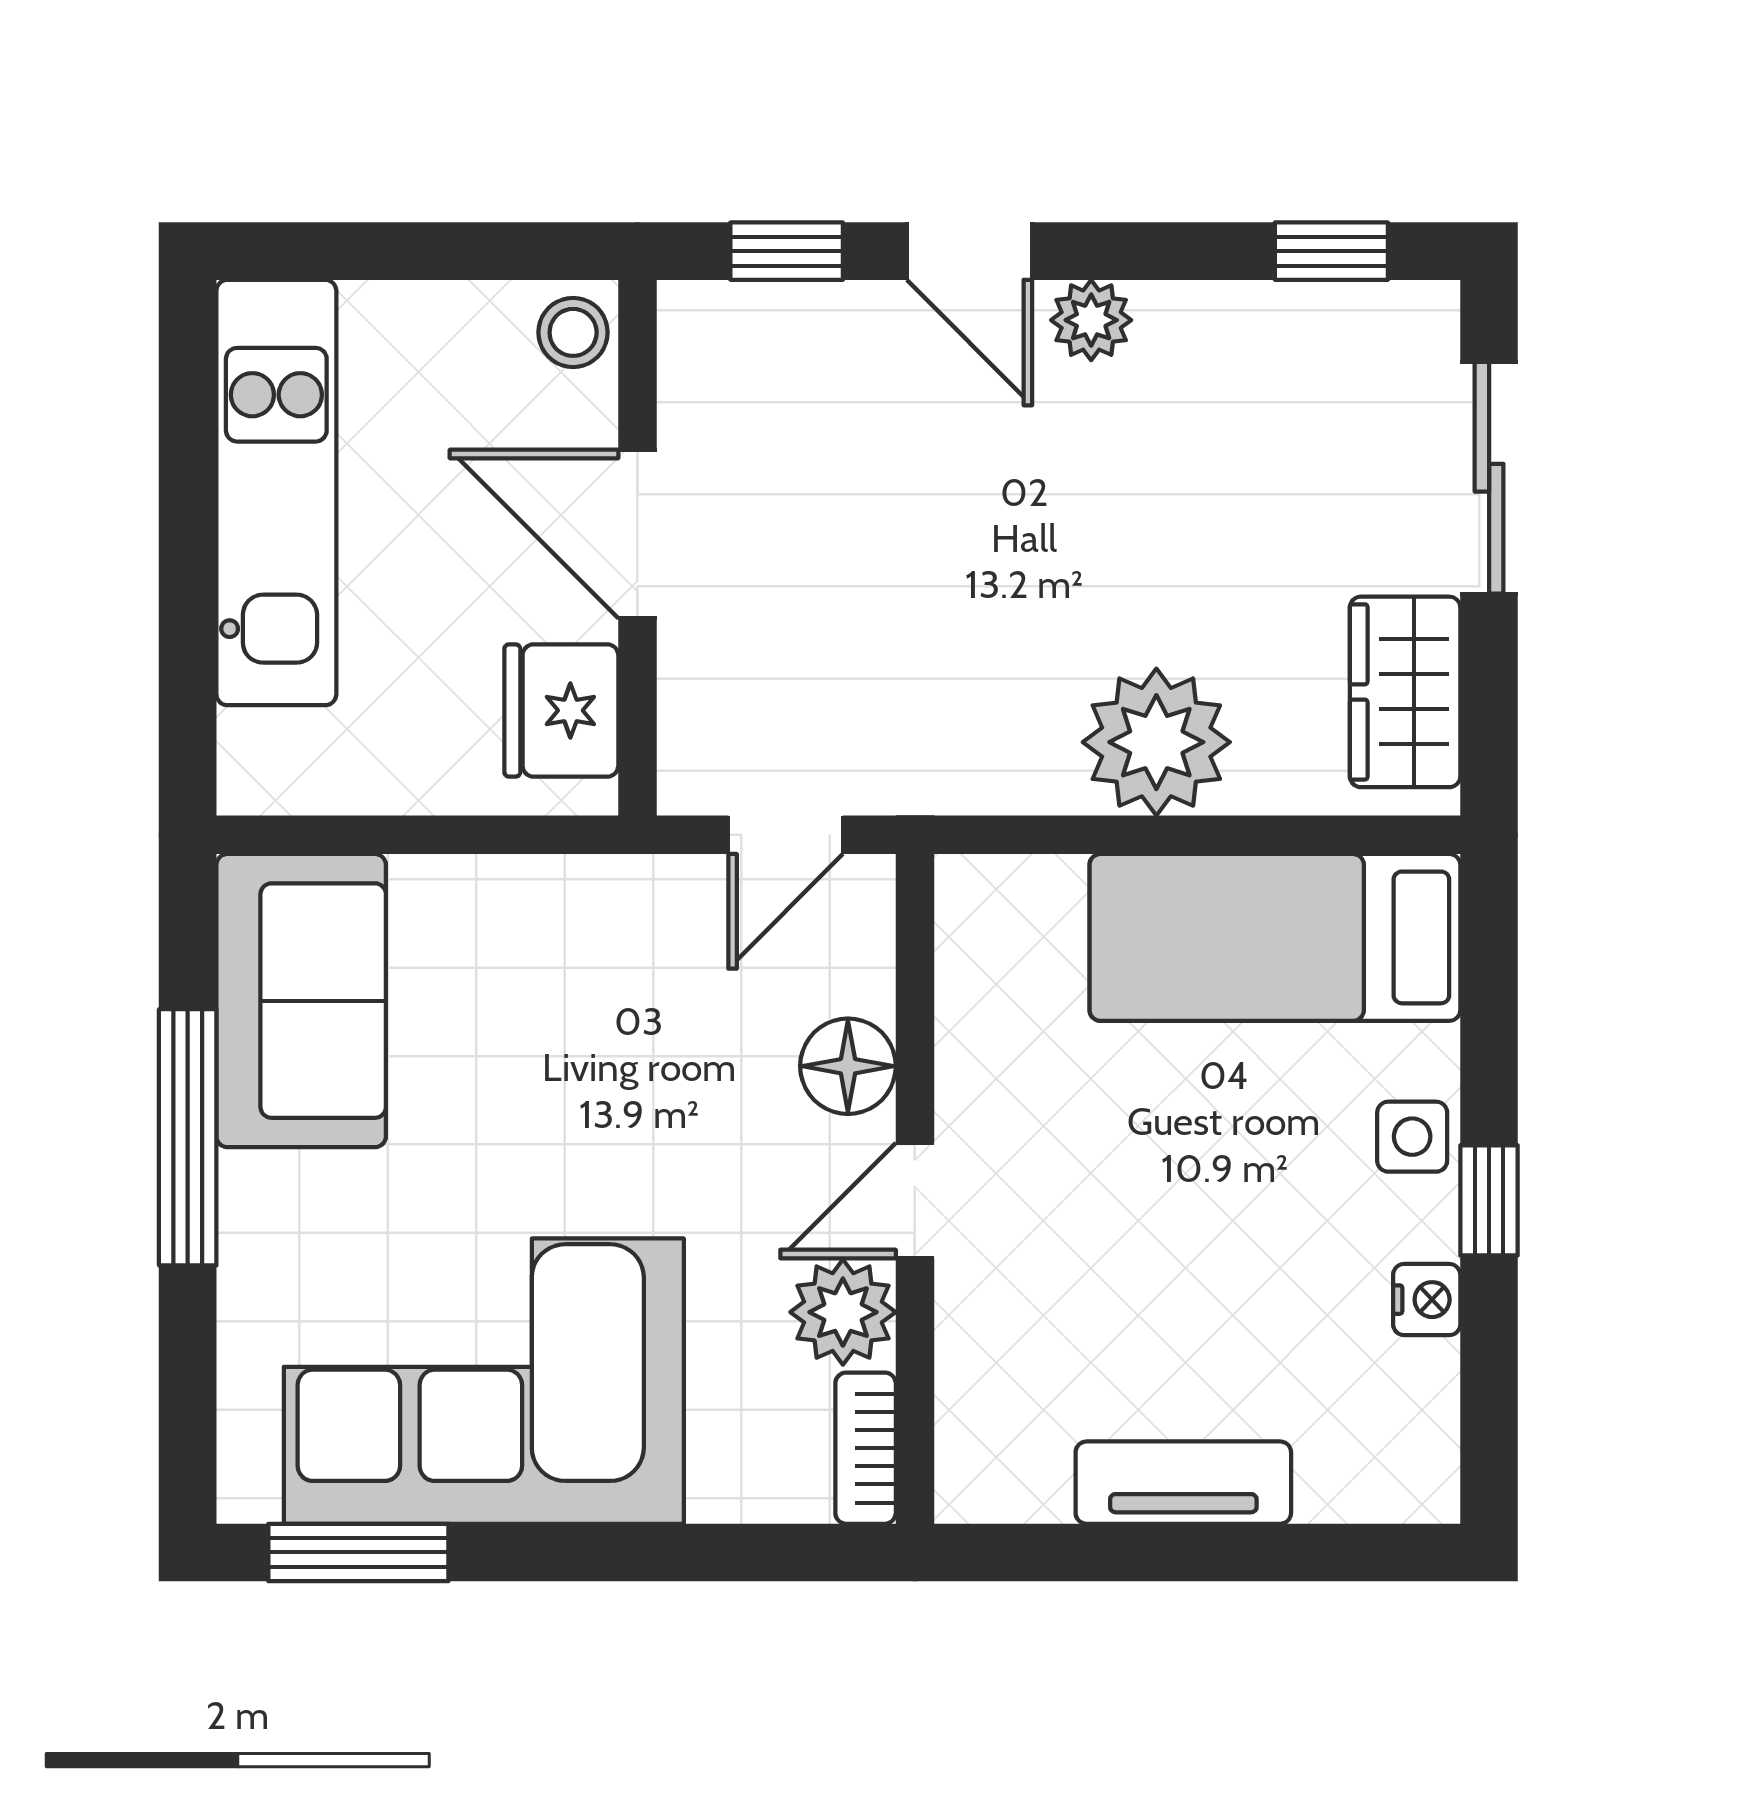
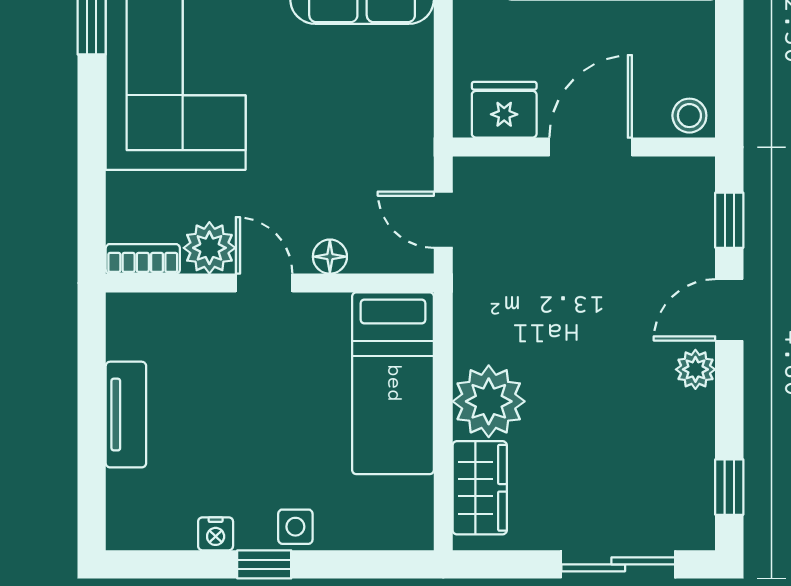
wardrobe: (1405, 692) -> (480, 488), moved, turned 90
bed: (1275, 937) -> (393, 383), moved, turned 180
floor lamp: (848, 1066) -> (330, 257), width x0.73, depth x0.73

